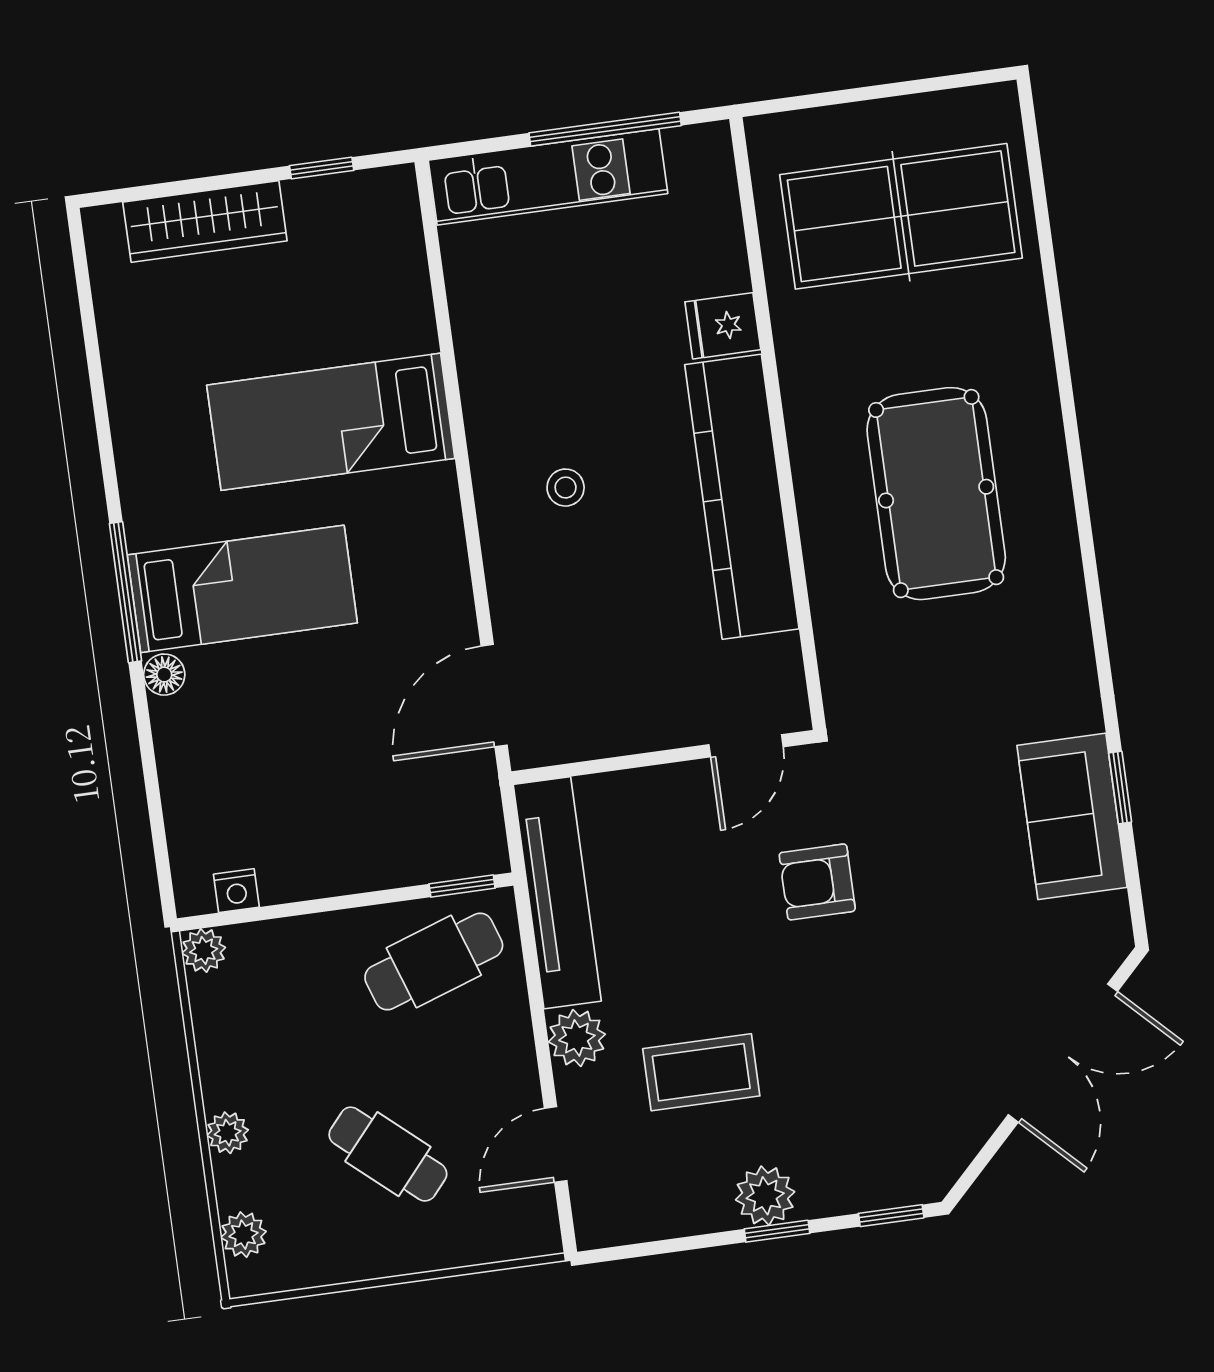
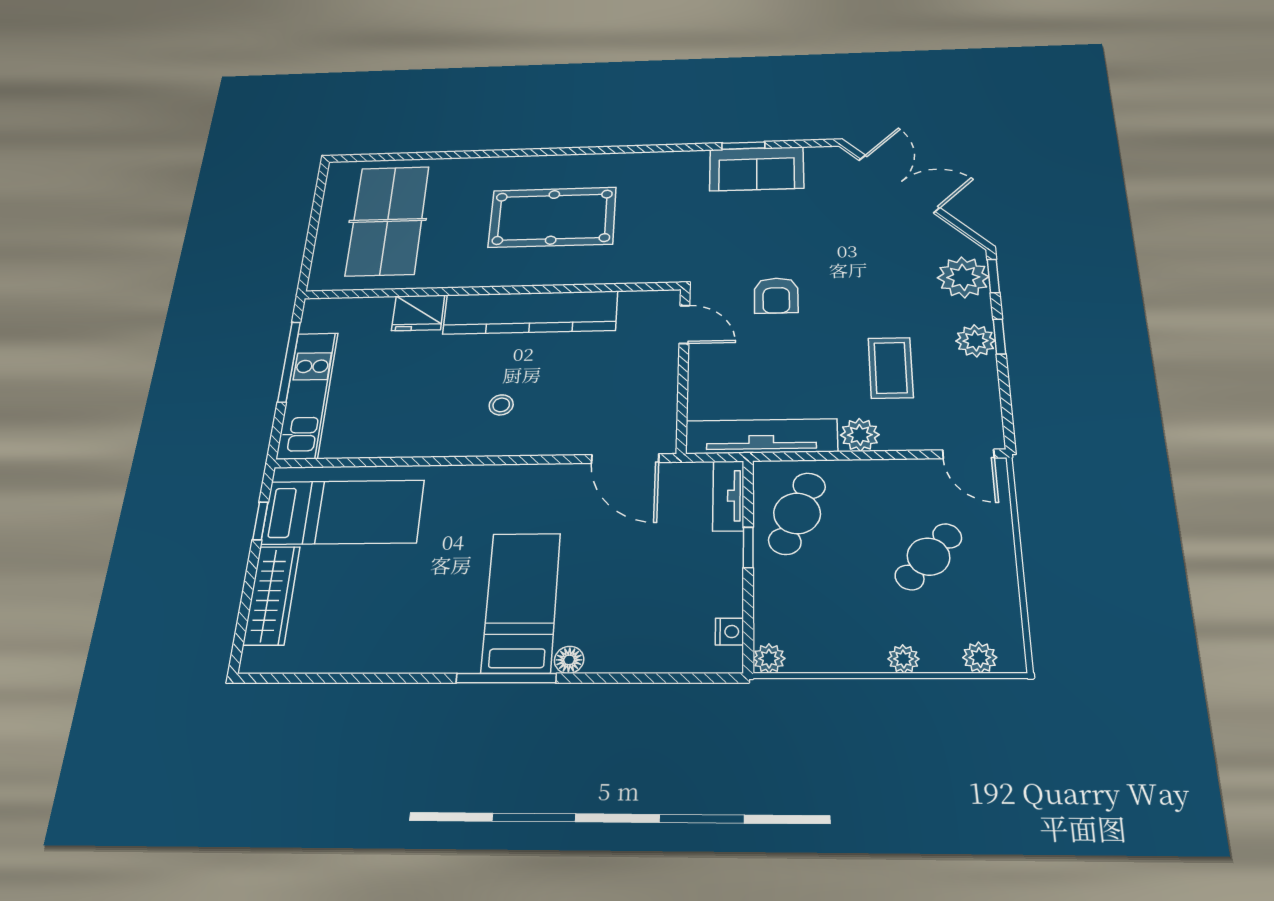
fridge: (723, 326) -> (418, 313), width x1.38
bed: (331, 422) -> (343, 512), moved, turned -90
tv unit: (451, 858) -> (728, 496), added
window: (462, 886) -> (748, 547), moved
cafe table: (434, 961) -> (797, 513), turned 41
door: (556, 1144) -> (968, 454), moved
plant: (884, 1169) -> (963, 277), added

